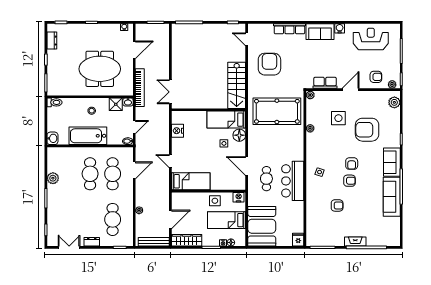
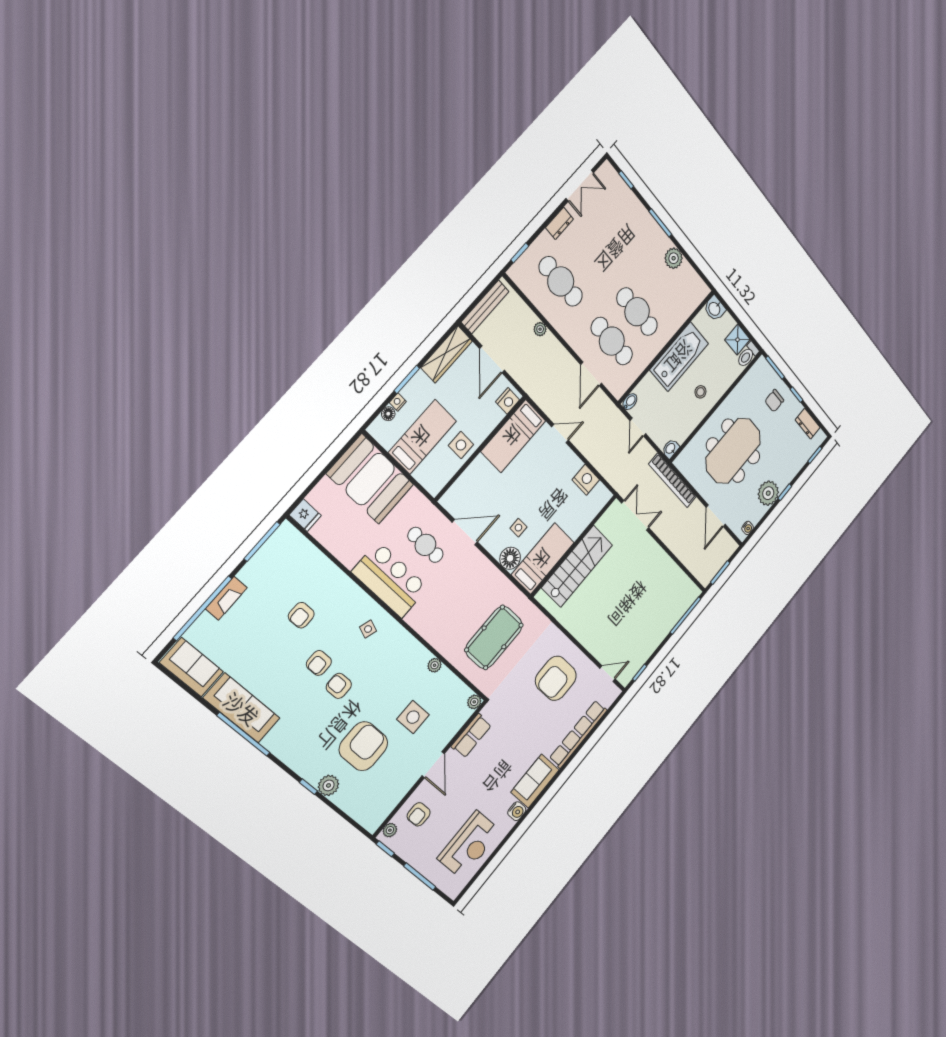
row of seats: (289, 29) -> (578, 734), width x1.36
plant: (100, 31) -> (768, 493), added
armchair: (269, 64) -> (556, 678), turned 90
chair: (59, 69) -> (774, 401), added
stairs: (237, 85) -> (577, 566), moved, turned 90
plant: (394, 102) -> (328, 785), moved
shower: (116, 104) -> (738, 340), moved
pool table: (277, 111) -> (494, 637), width x0.73, depth x0.76
sofa: (392, 162) -> (191, 667), moved
nightstand: (239, 197) -> (508, 401), moved

